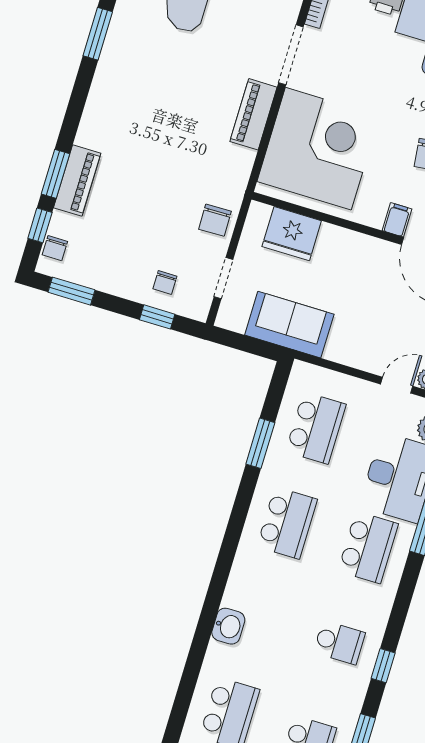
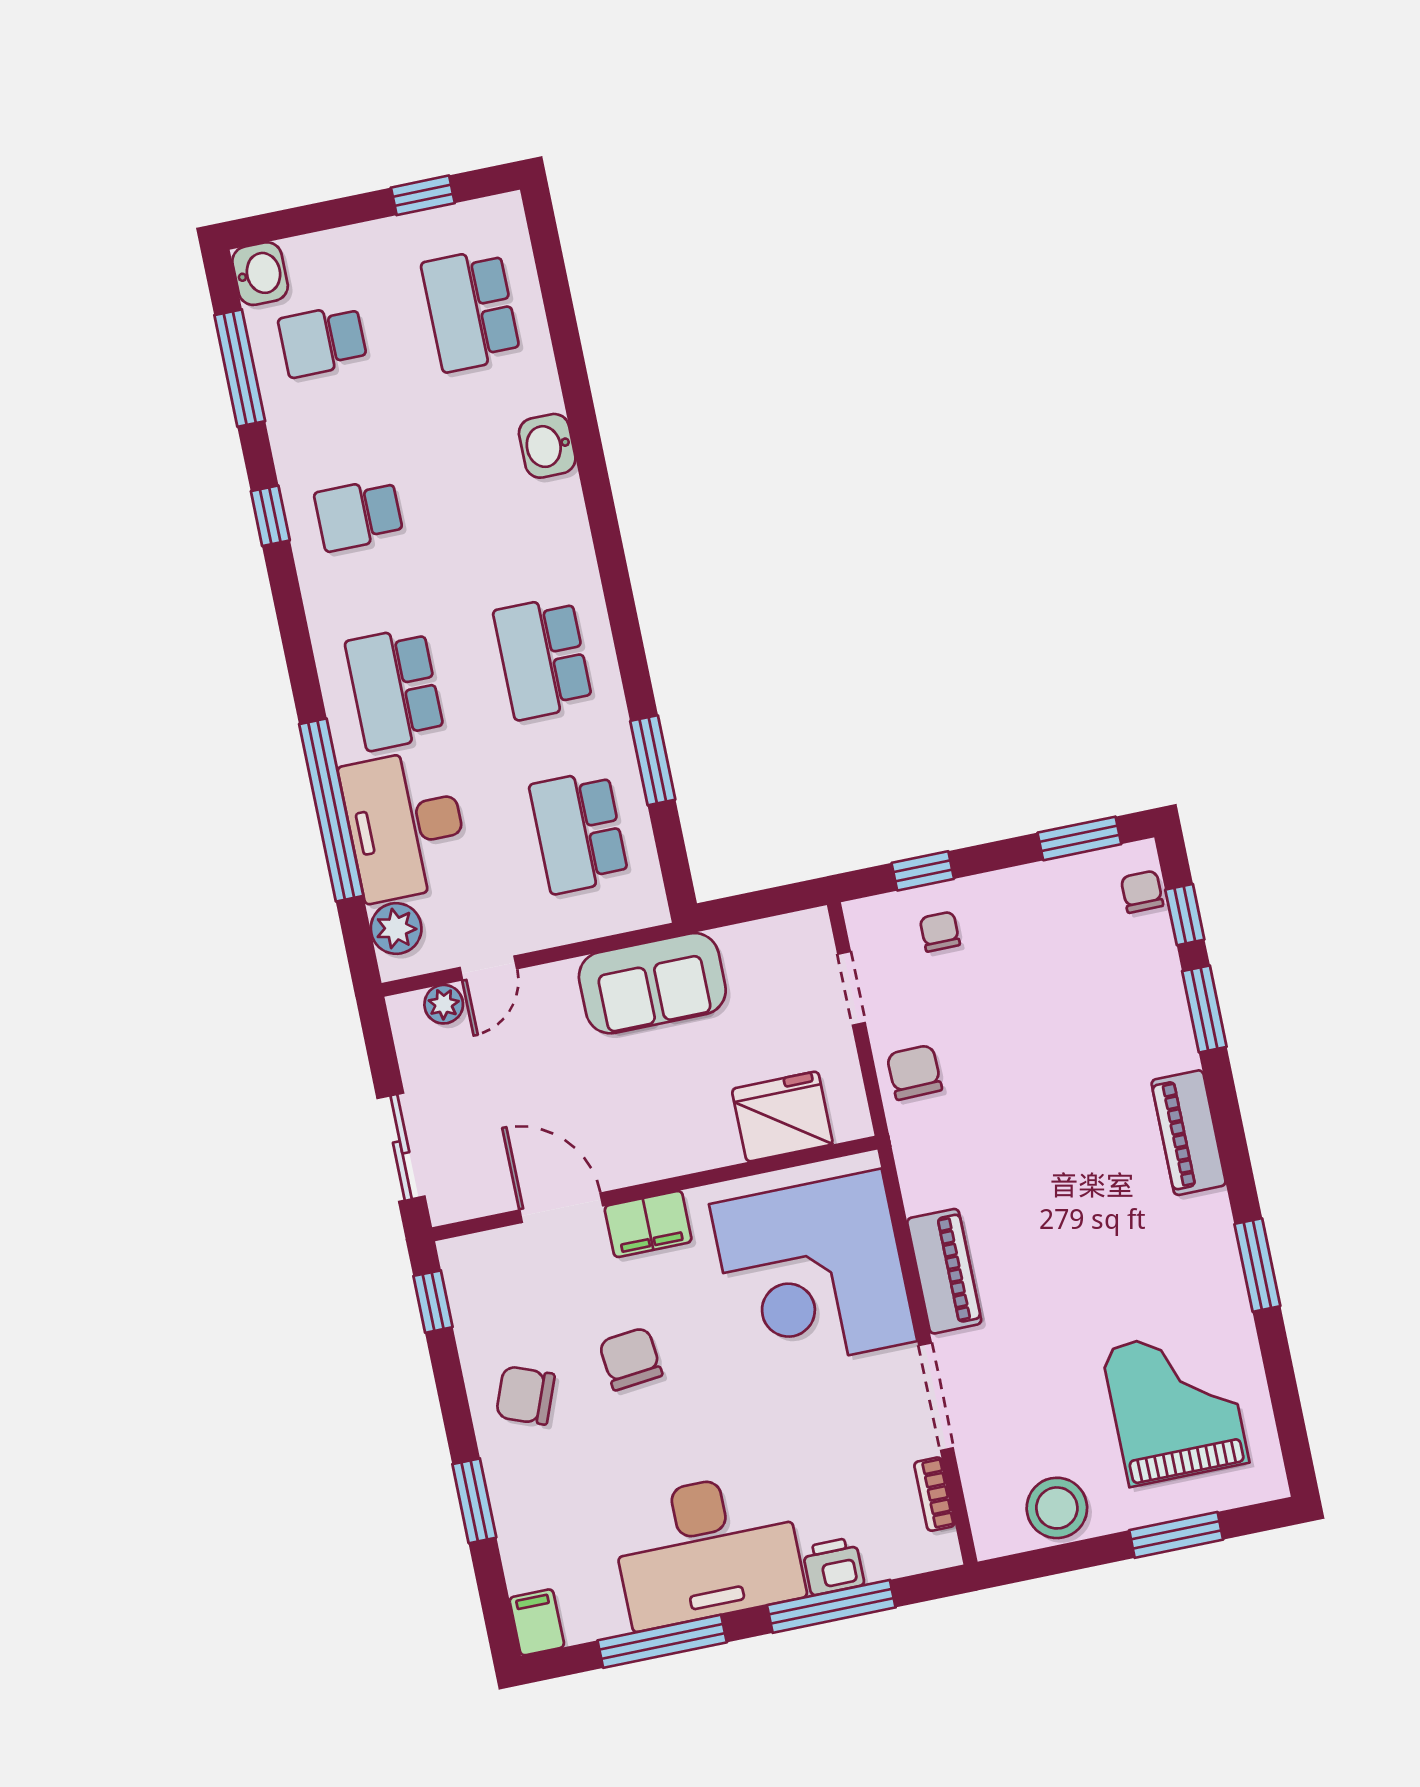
piano: (77, 180) -> (1189, 1133), moved
filing cabinet: (397, 220) -> (648, 1224), width x2.00
sofa: (289, 325) -> (652, 983), moved

